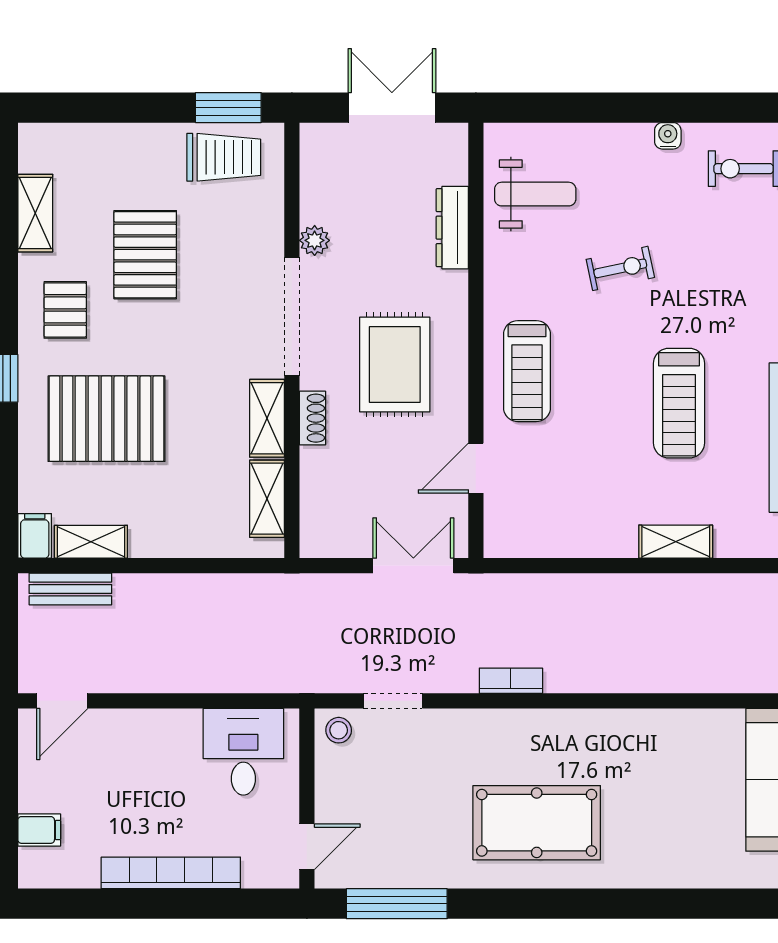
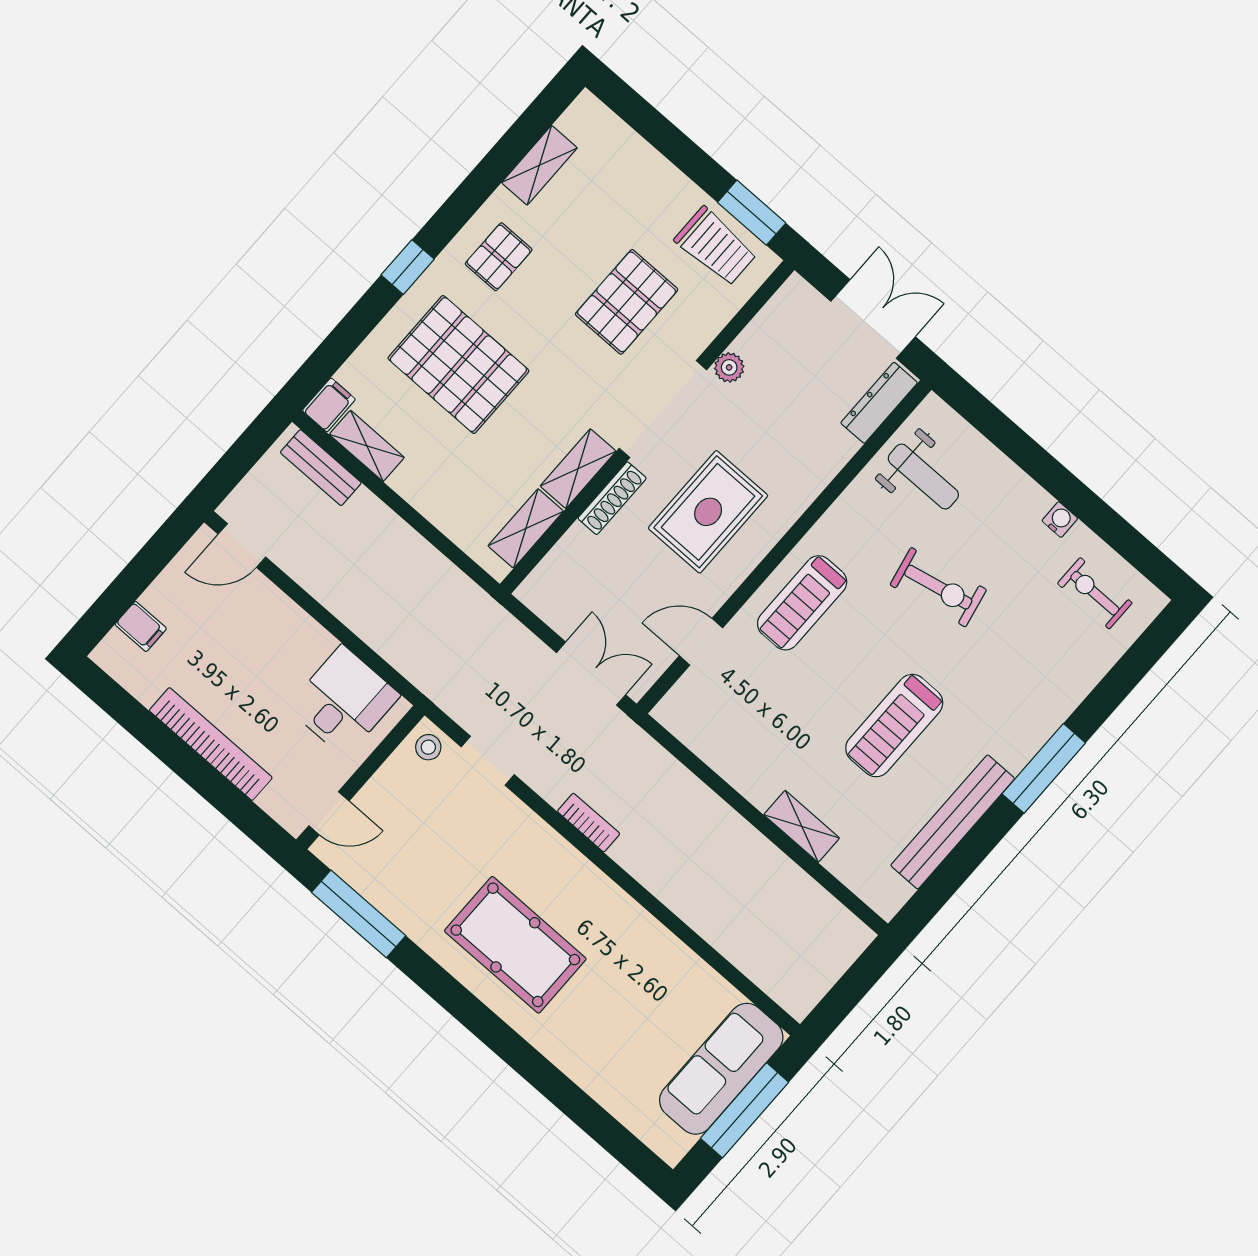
dresser: (452, 228) -> (879, 403), moved
pallet: (145, 255) -> (627, 302), moved
exercise bike: (620, 268) -> (938, 587), width x1.38, depth x1.39
shoe rack: (313, 418) -> (612, 498), width x1.43

